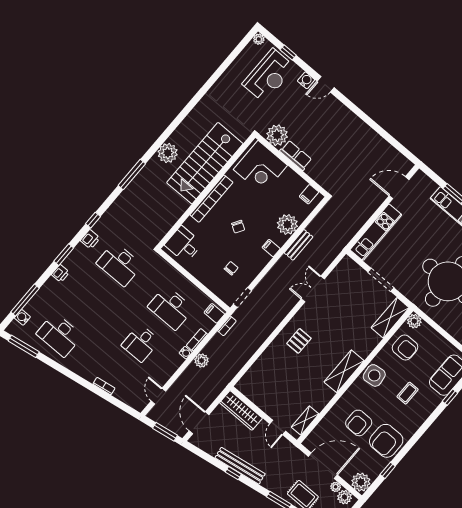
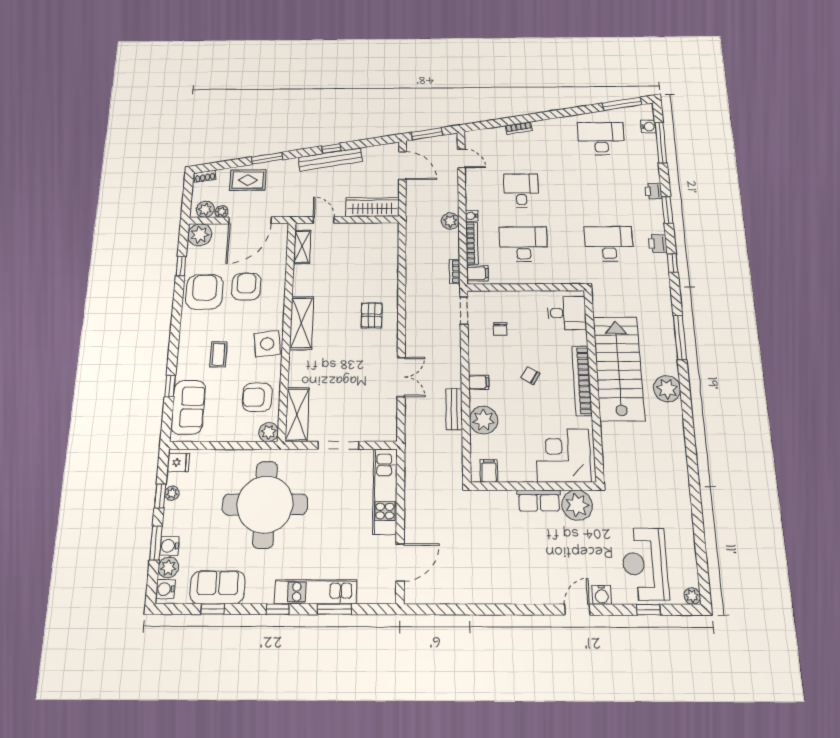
stairs: (205, 163) -> (619, 368), moved
bookcase: (197, 340) -> (472, 243), width x1.56

